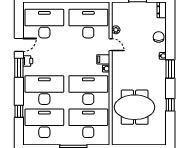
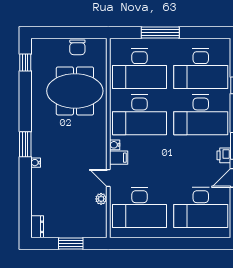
chair: (159, 37) -> (77, 47), moved
window: (170, 105) -> (25, 62), moved

